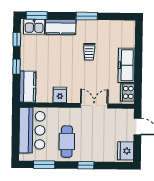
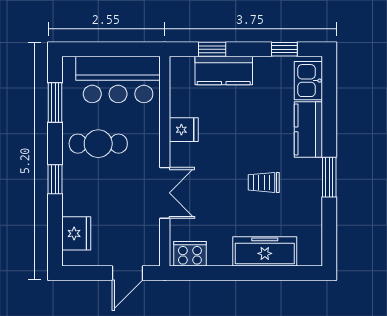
window: (37, 15) -> (329, 85), removed
freezer: (127, 65) -> (265, 251), moved
window: (16, 67) -> (212, 49), moved
kitchen counter: (28, 87) -> (224, 70), moved
fridge: (126, 151) -> (76, 233), moved, turned 90

